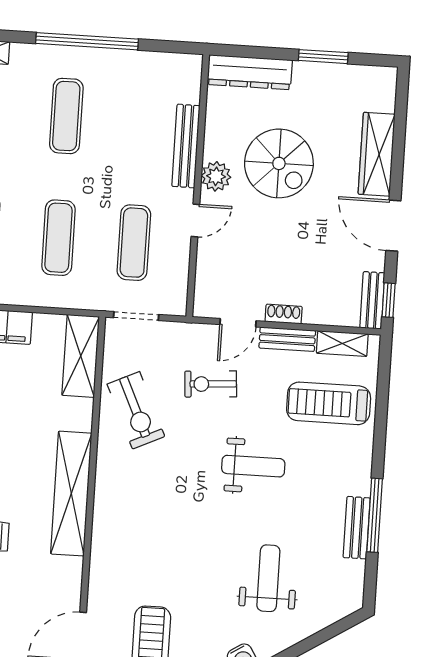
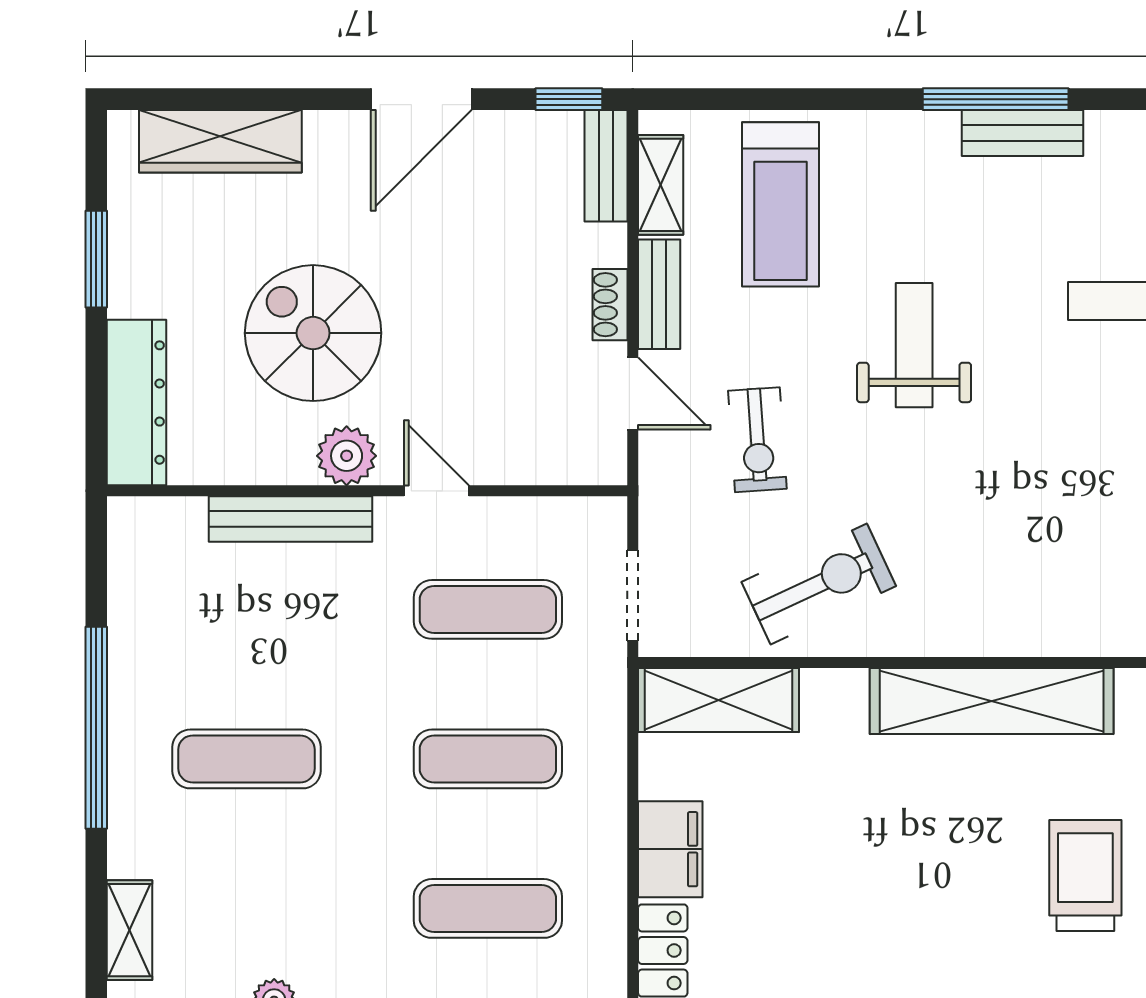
wardrobe: (377, 154) -> (220, 141), moved
spiral stairs: (279, 163) -> (313, 333), turned -90
bench: (372, 300) -> (606, 166), moved, turned 90

